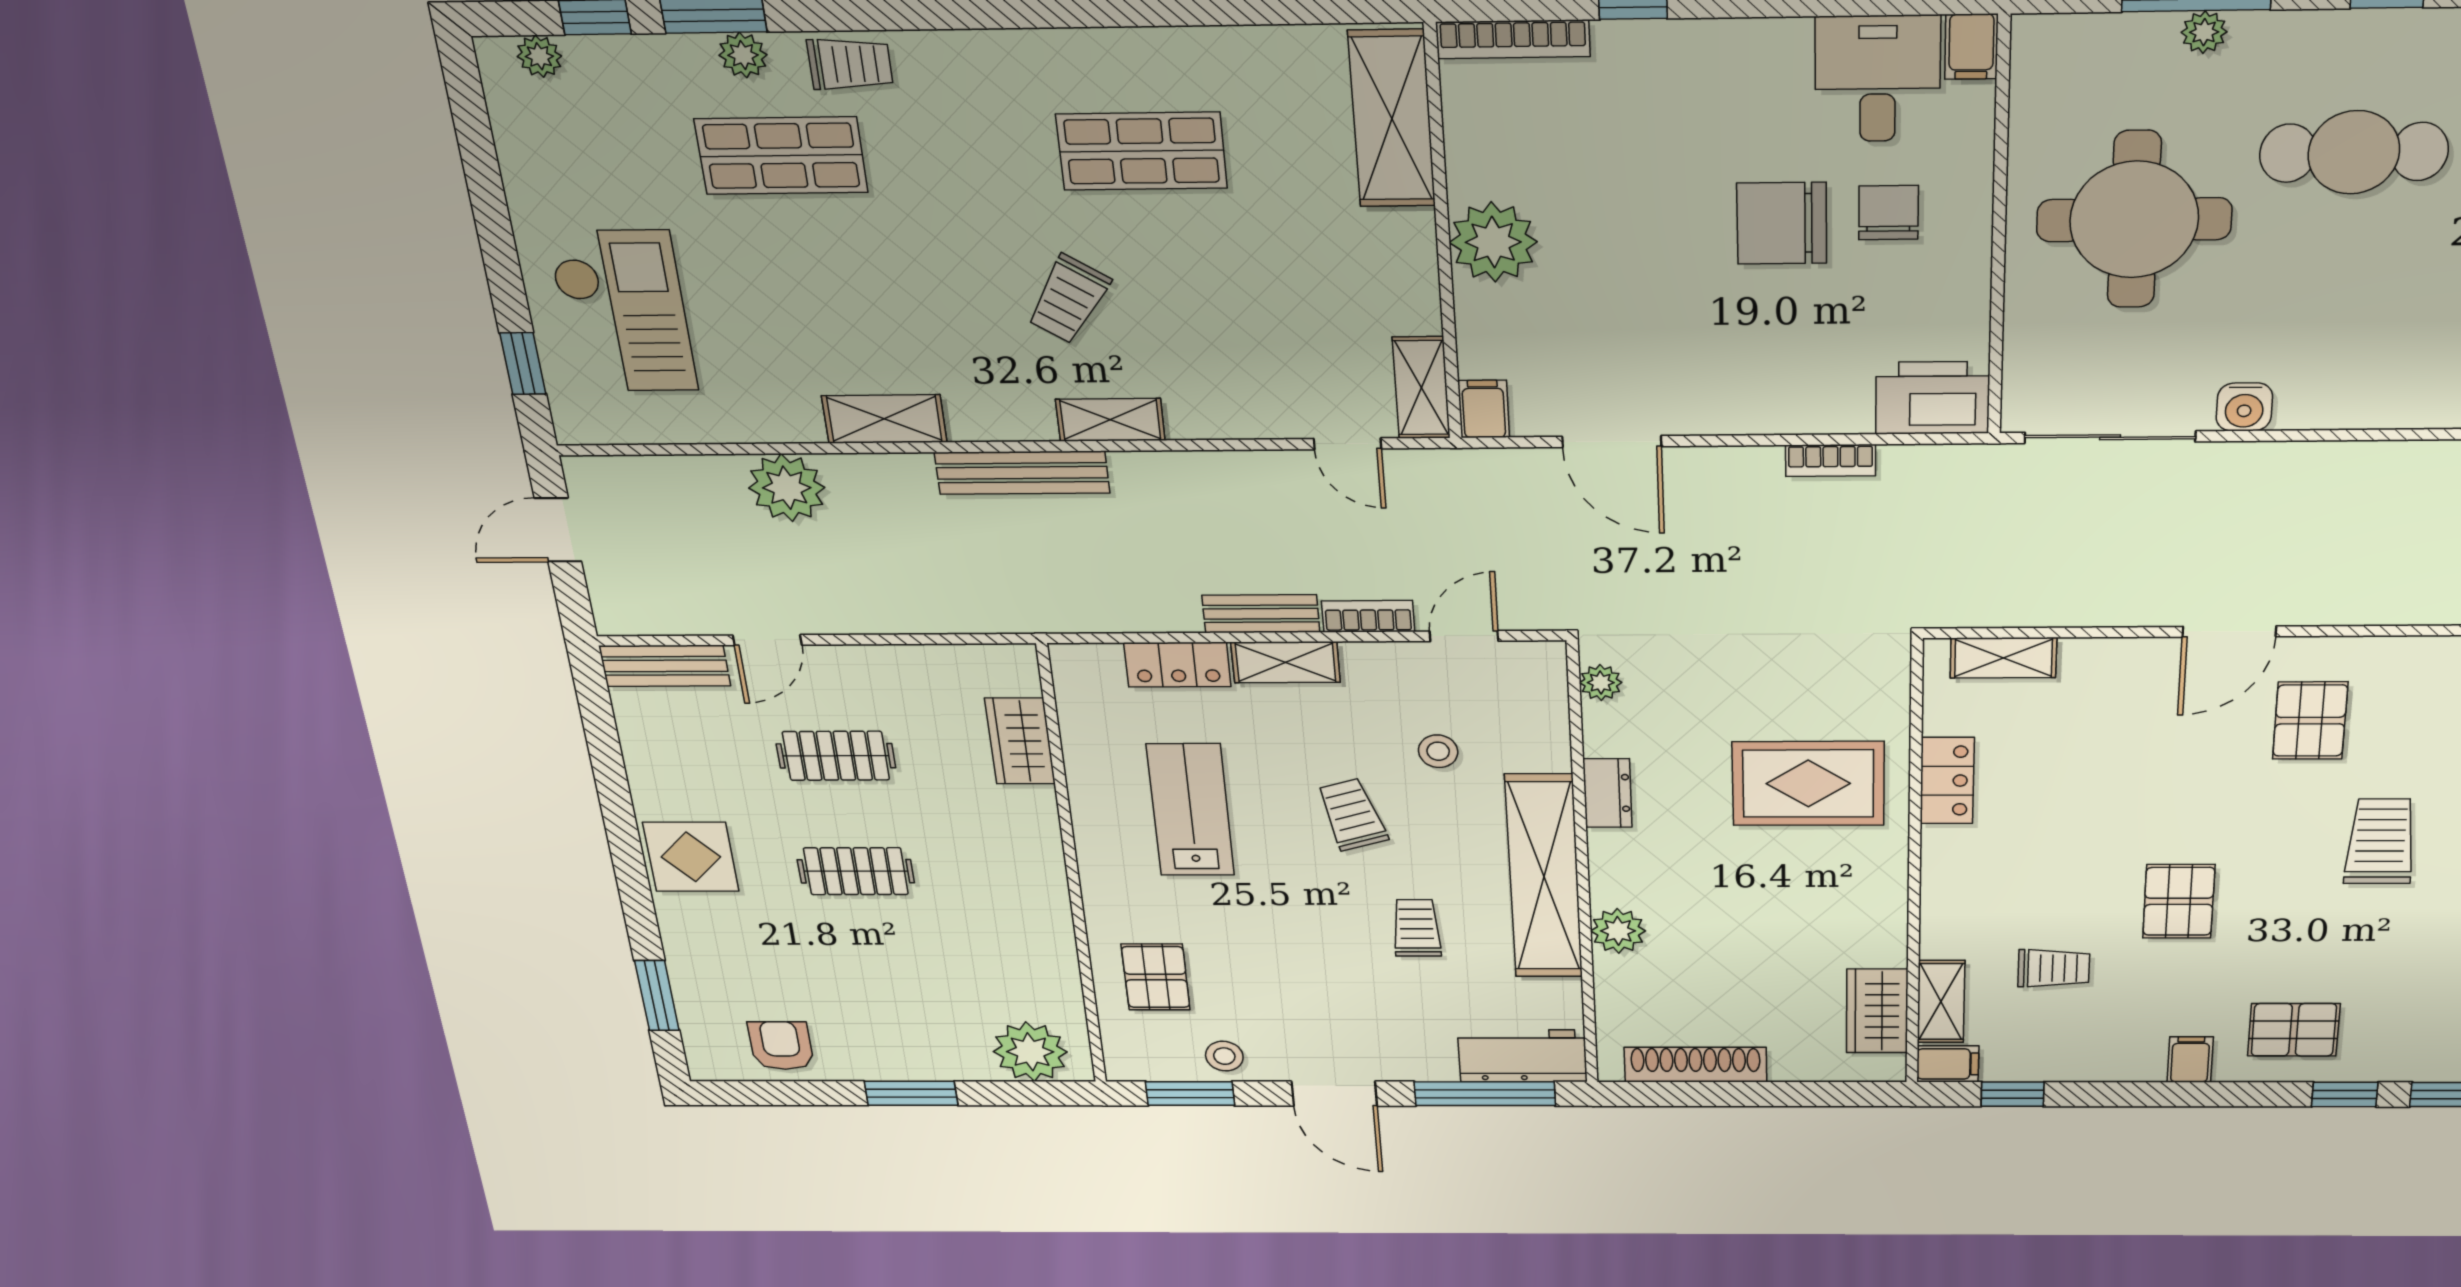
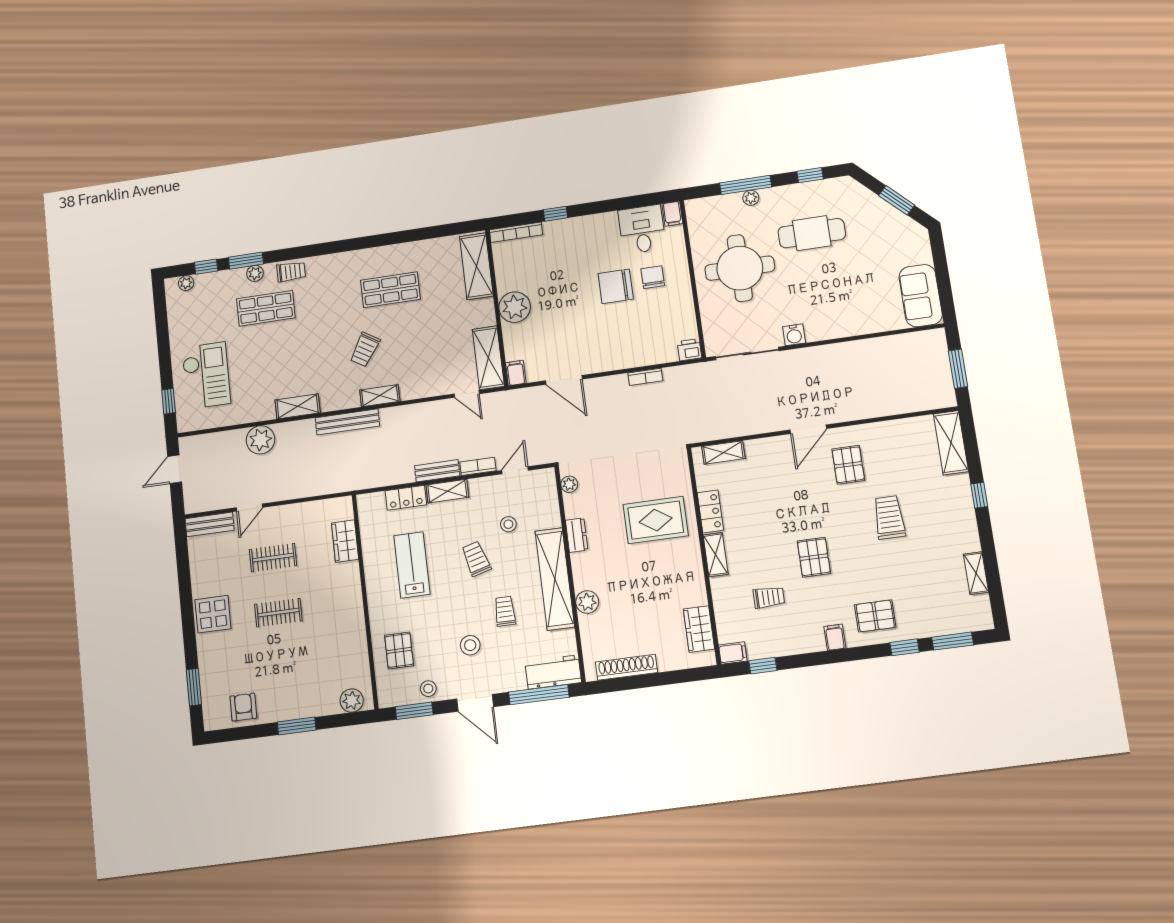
shelving: (1421, 388) -> (488, 358), width x1.50, depth x1.33
printer: (1933, 398) -> (689, 350), width x0.53, depth x0.68
stool: (1328, 985) -> (470, 645), added
shelving: (1941, 1002) -> (716, 555), moved
plant: (1030, 1052) -> (352, 701), width x0.73, depth x0.73

